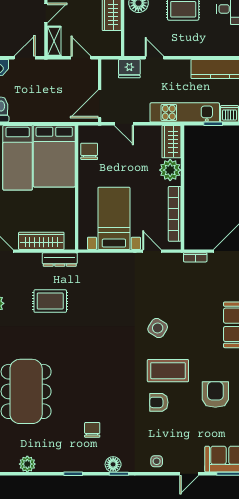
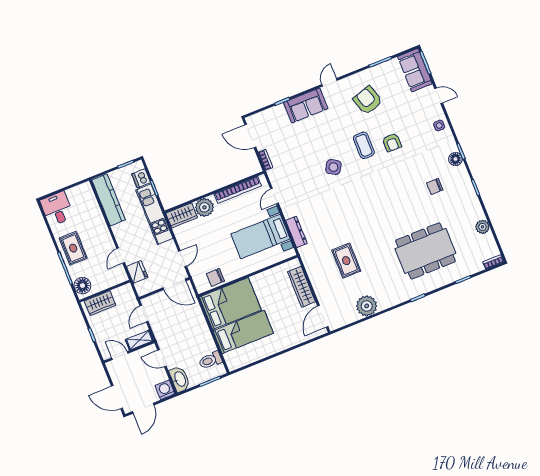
dresser: (60, 259) -> (297, 232), moved
coffee table: (168, 371) -> (364, 145), width x0.73, depth x0.76
armchair: (215, 395) -> (368, 100), turned 73

